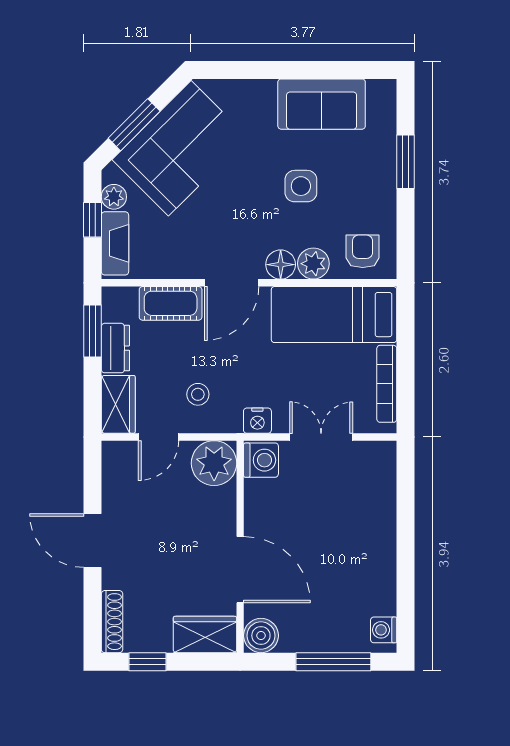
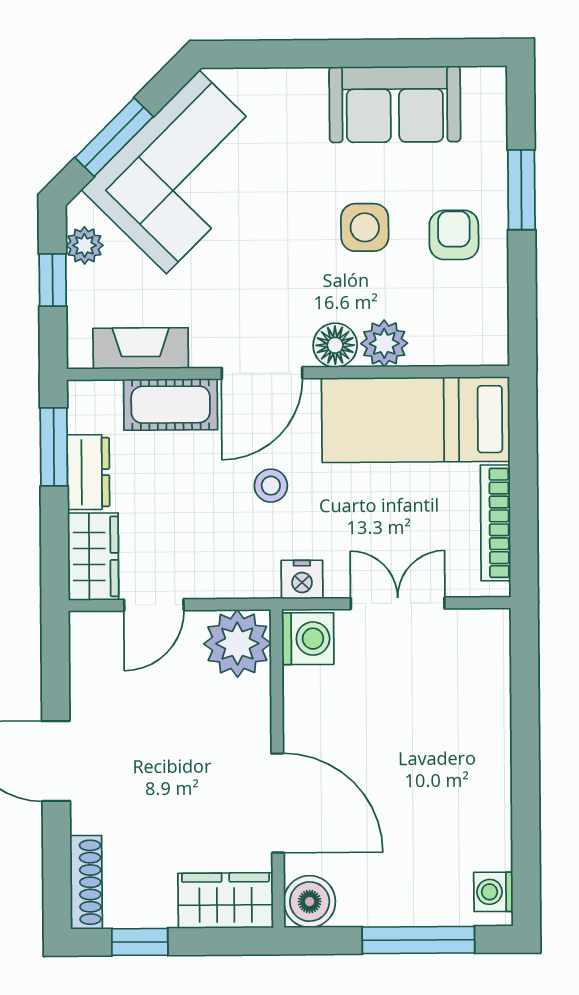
fireplace: (115, 243) -> (141, 348), moved, turned -90
armchair: (363, 251) -> (454, 235), moved
stool: (198, 394) -> (271, 486), moved

